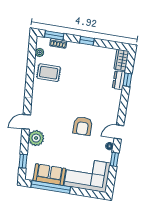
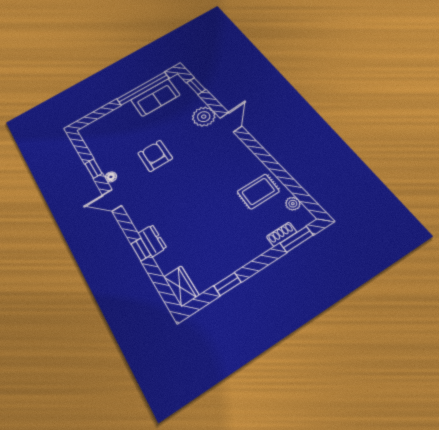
window: (87, 41) -> (227, 284), moved
dresser: (119, 80) -> (152, 241), moved
window: (127, 80) -> (141, 250), moved
armchair: (83, 126) -> (155, 156), moved
door: (119, 132) -> (112, 200), swing flipped
corner sofa: (87, 174) -> (113, 130), removed

